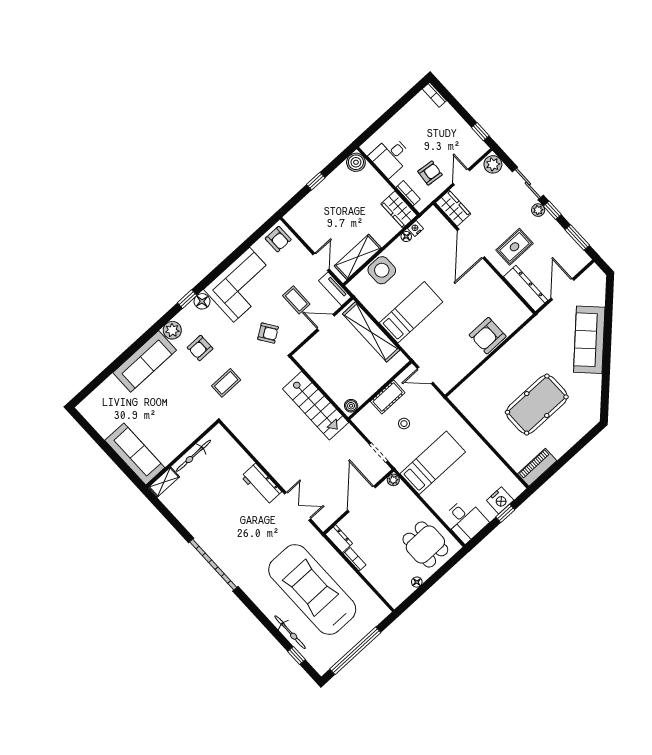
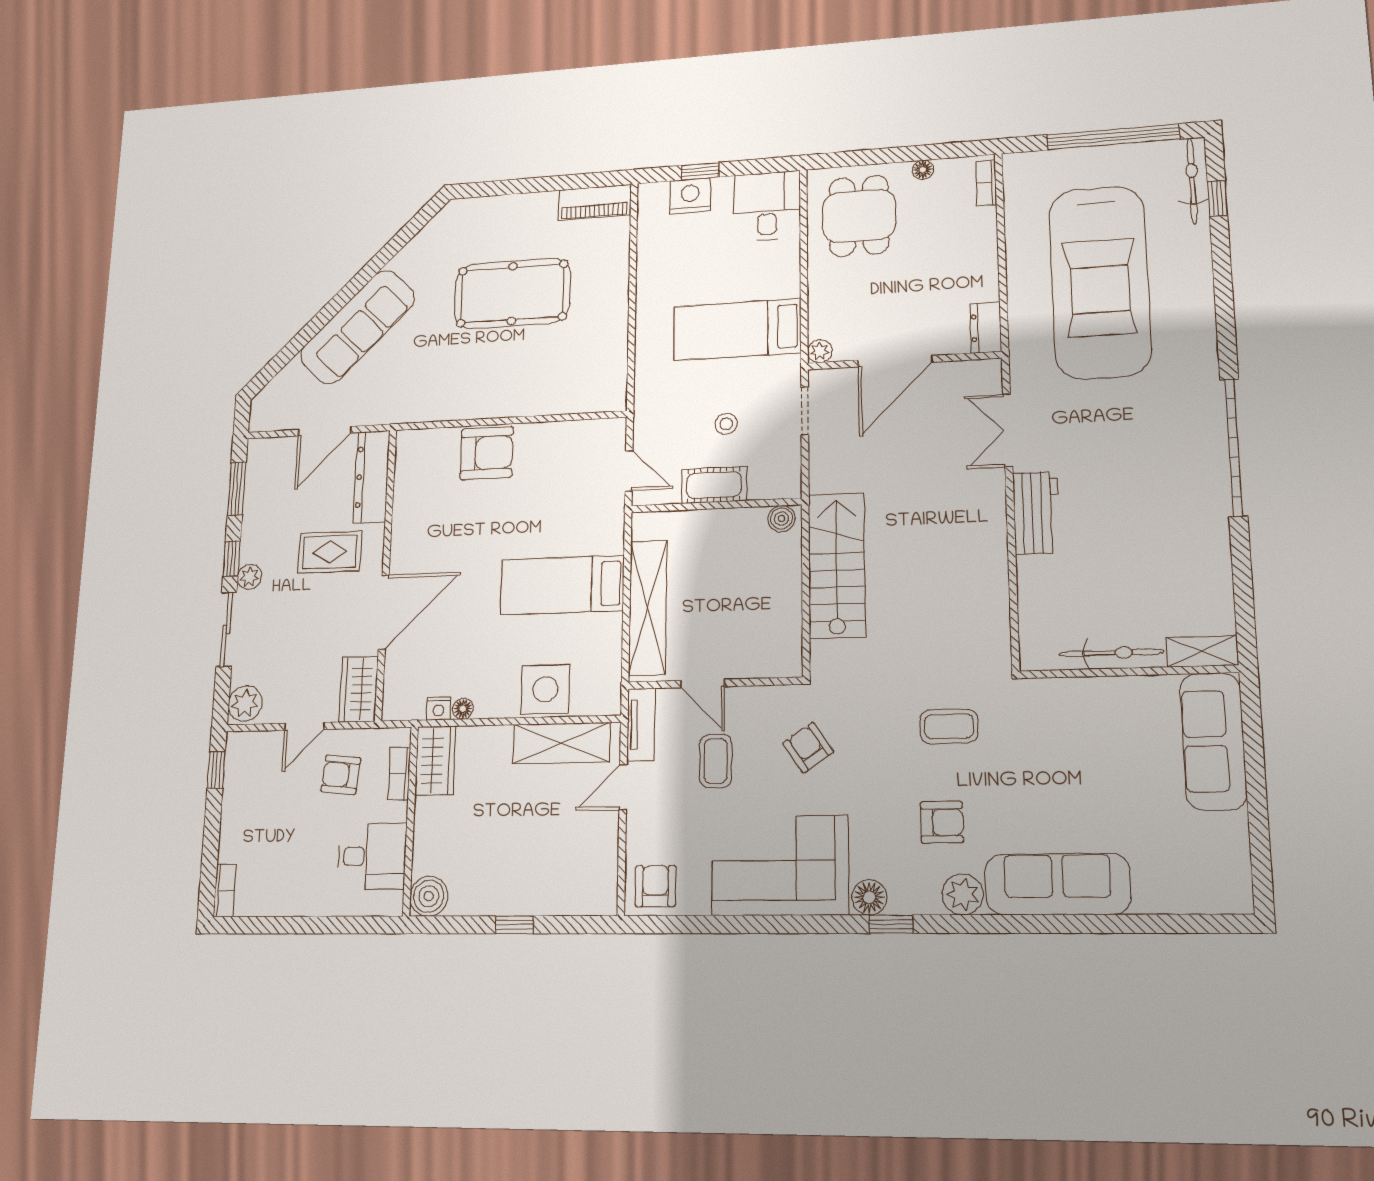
bookcase: (355, 559) -> (986, 183), moved
bicycle: (290, 632) -> (1192, 181), moved

